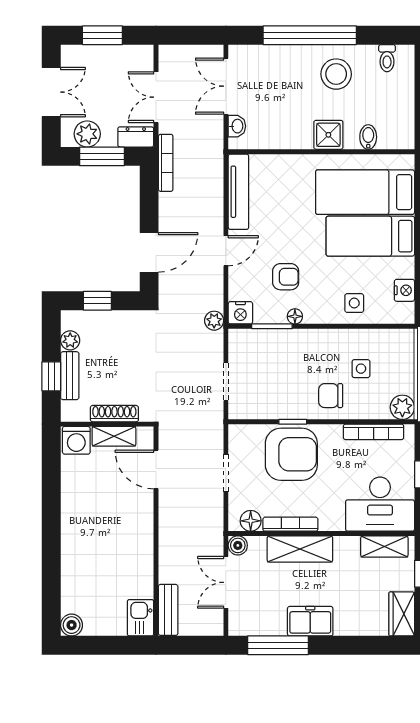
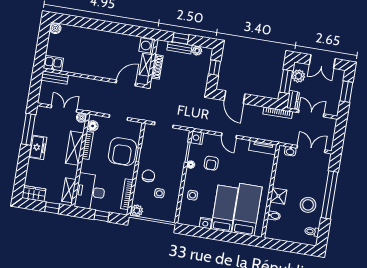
tv unit: (238, 192) -> (263, 148), width x0.71
nightstand: (404, 290) -> (205, 223), moved
plant: (214, 321) -> (195, 124), removed

